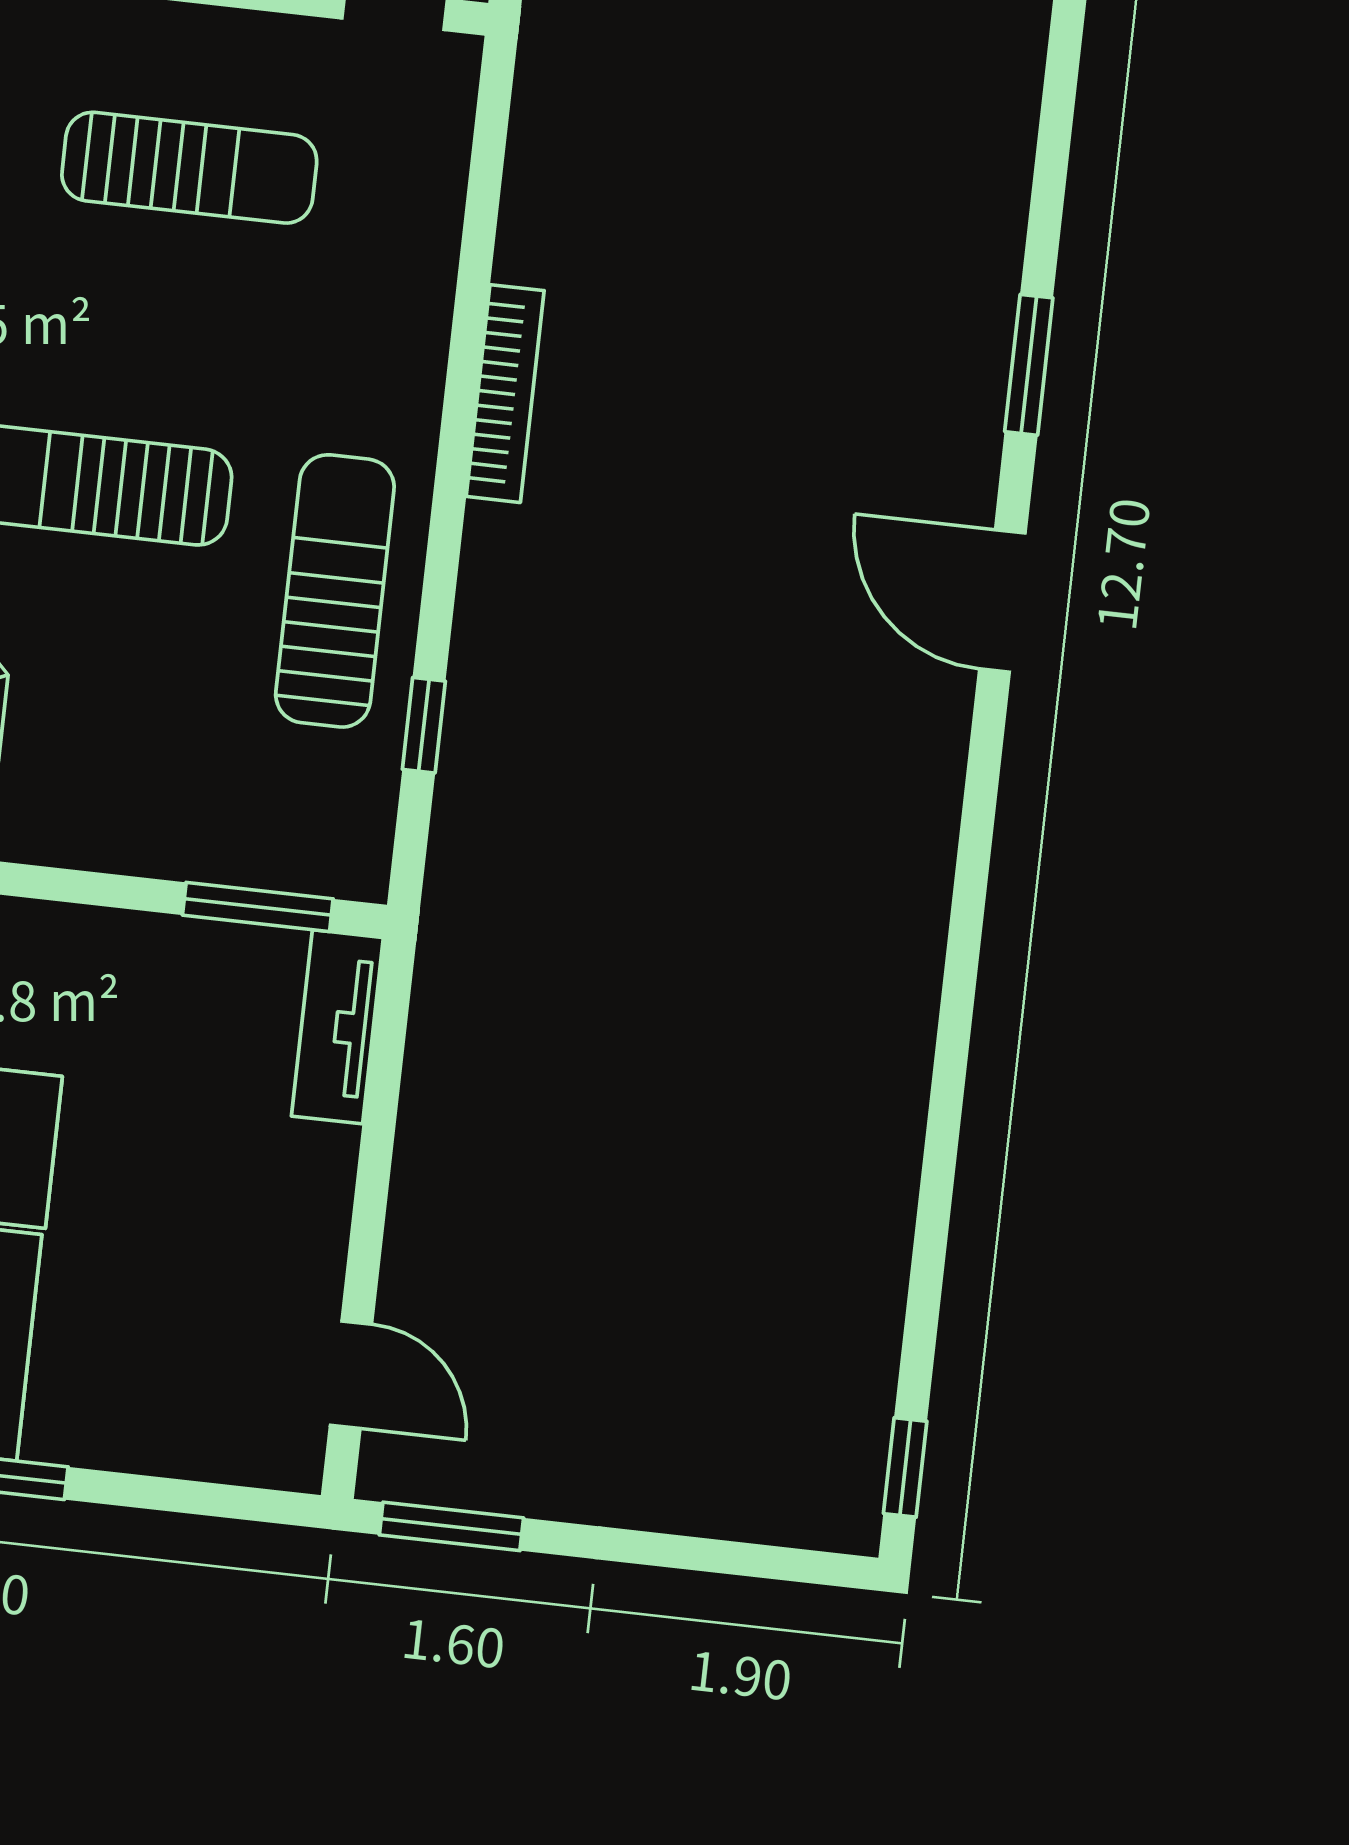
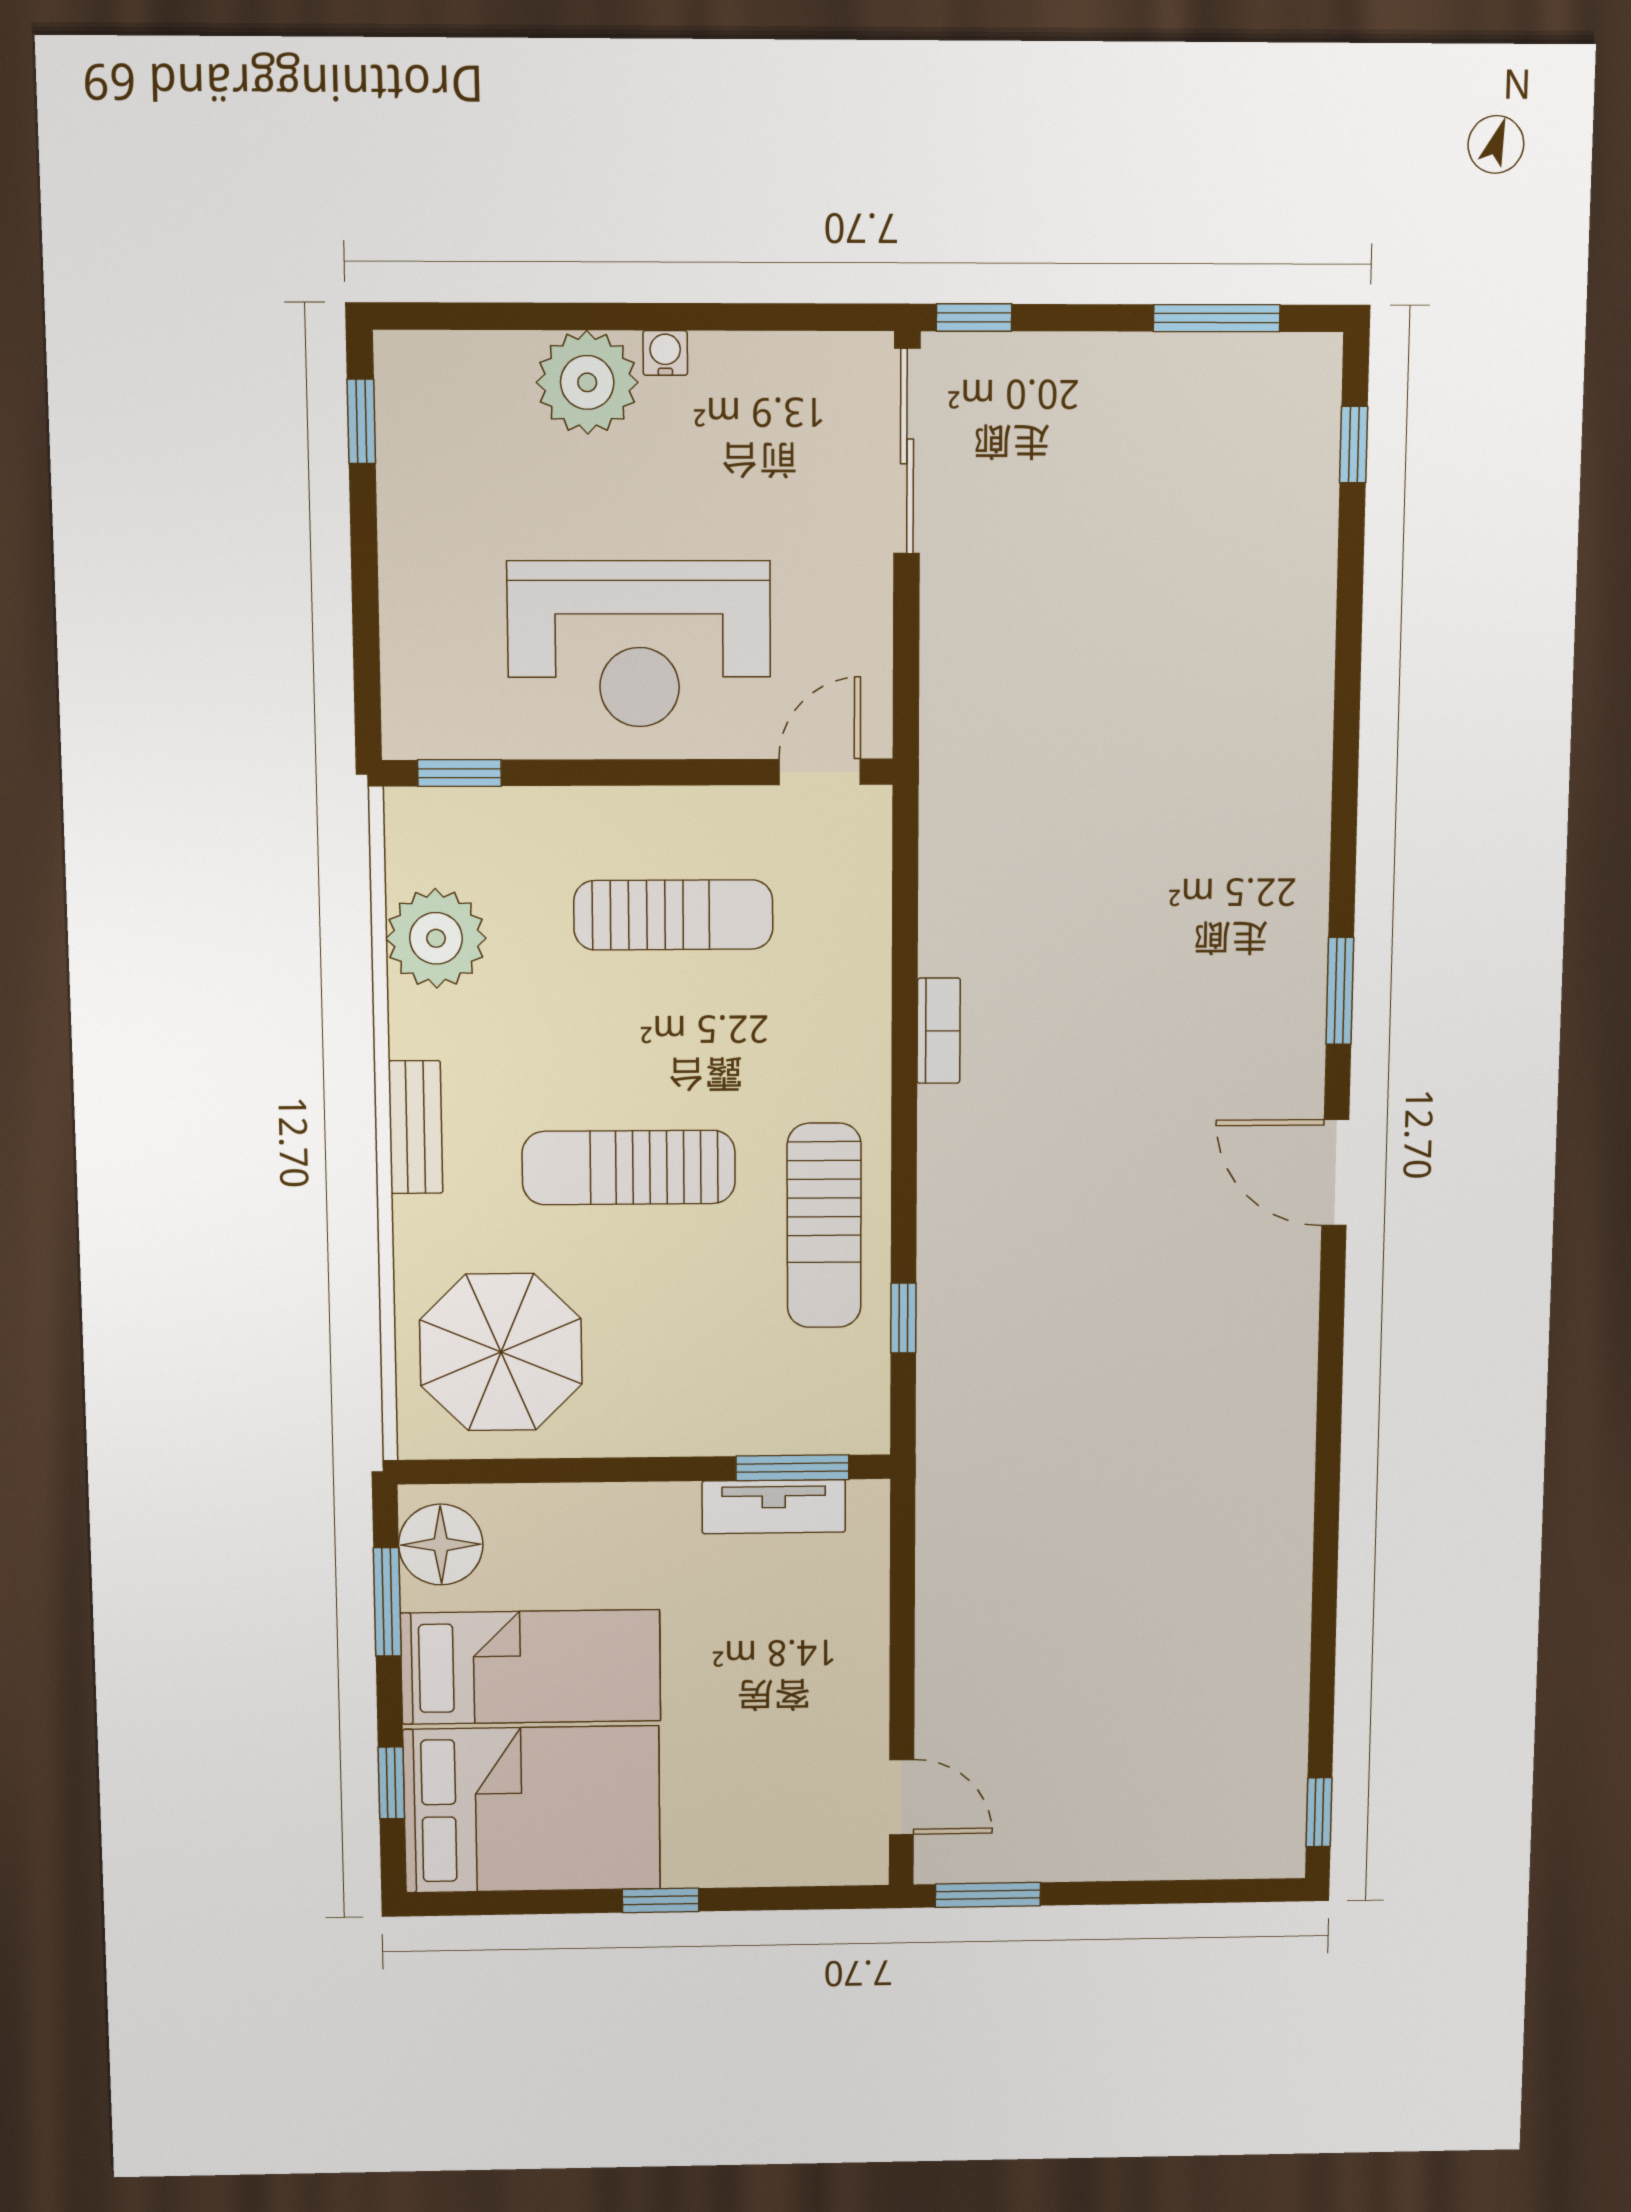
bookcase: (505, 394) -> (939, 1031), width x0.64
sun lounger: (335, 591) -> (824, 1226), turned 180
tv unit: (337, 1027) -> (774, 1507), moved, turned -90

